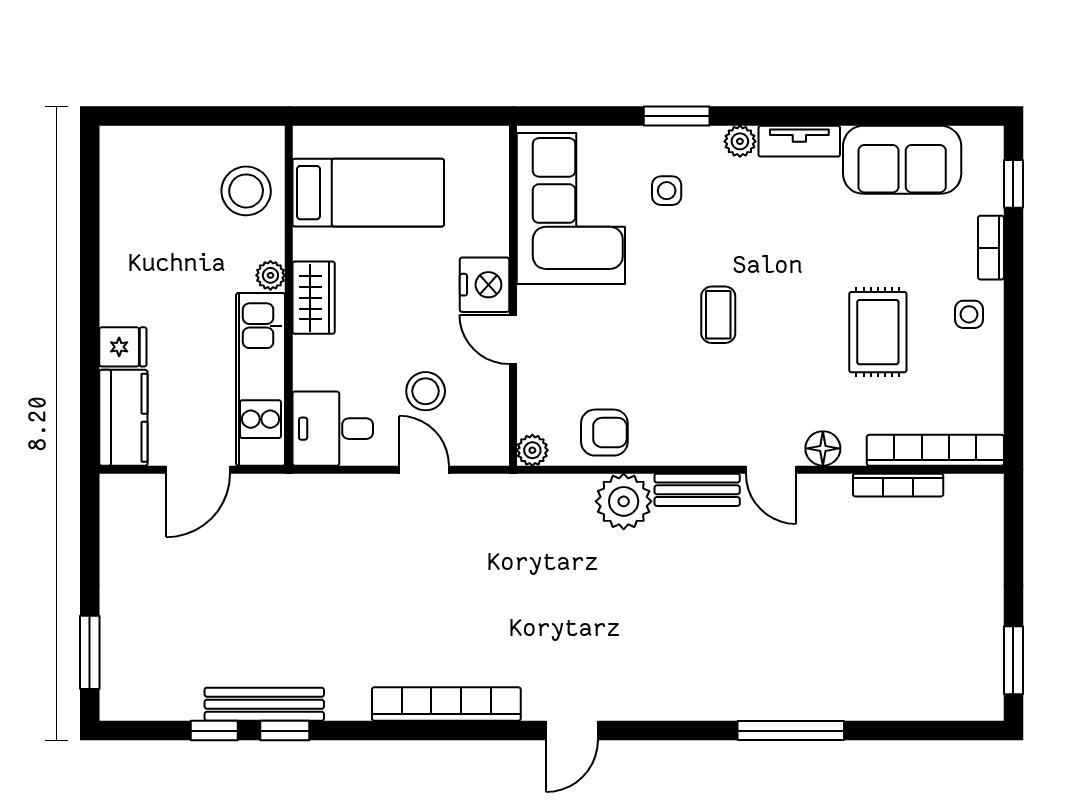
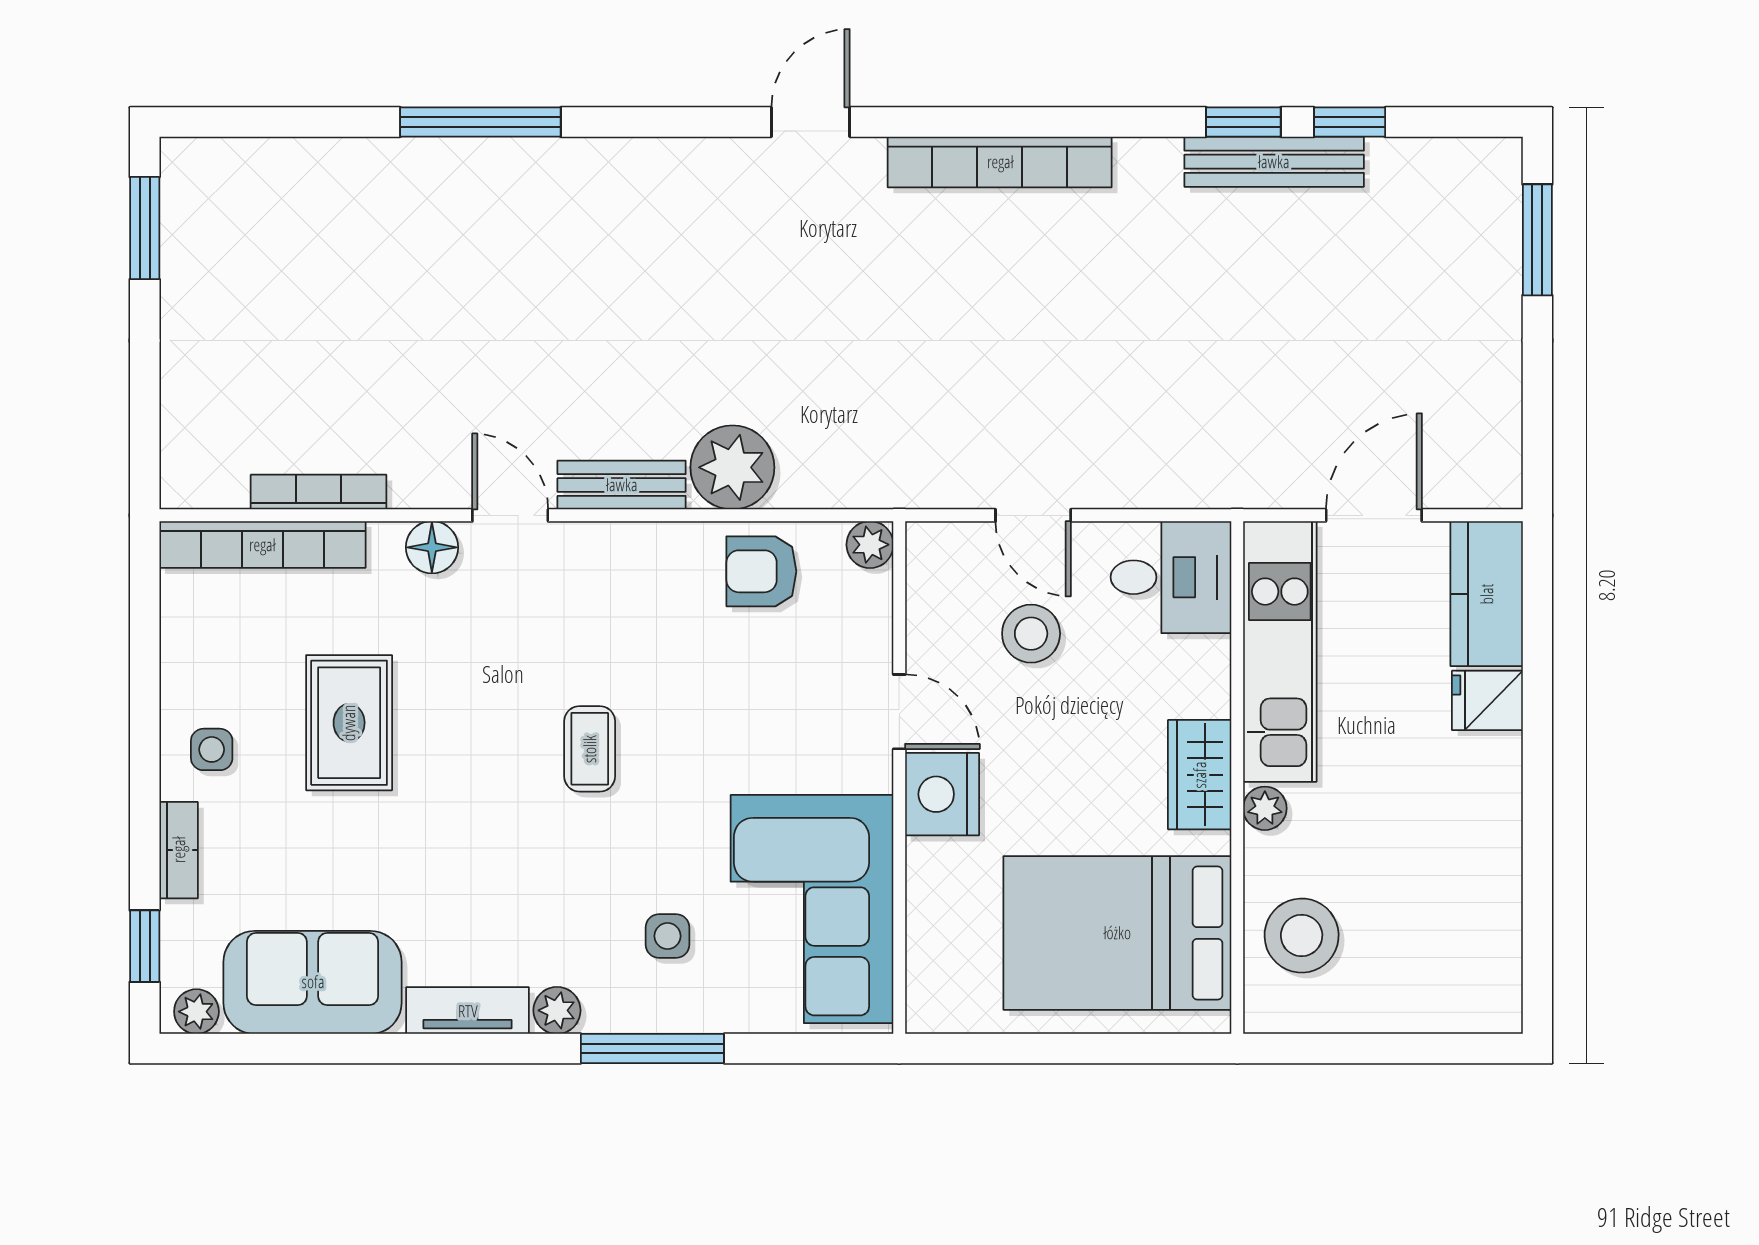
window: (677, 116) -> (652, 1048), width x1.44
plant: (979, 141) -> (196, 1012), added
bed: (368, 193) -> (1117, 933), width x1.50

